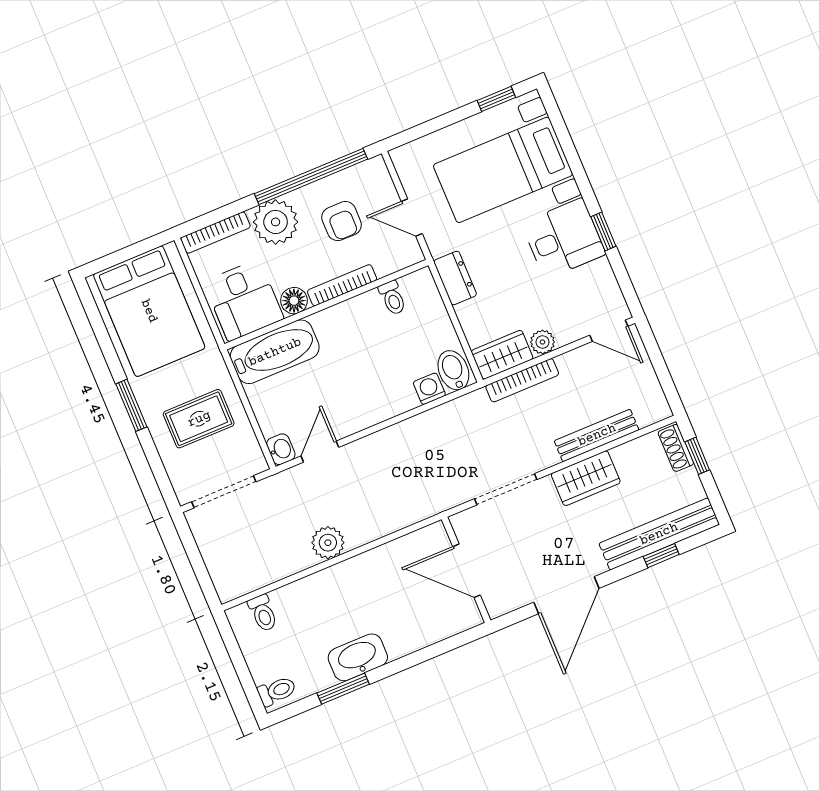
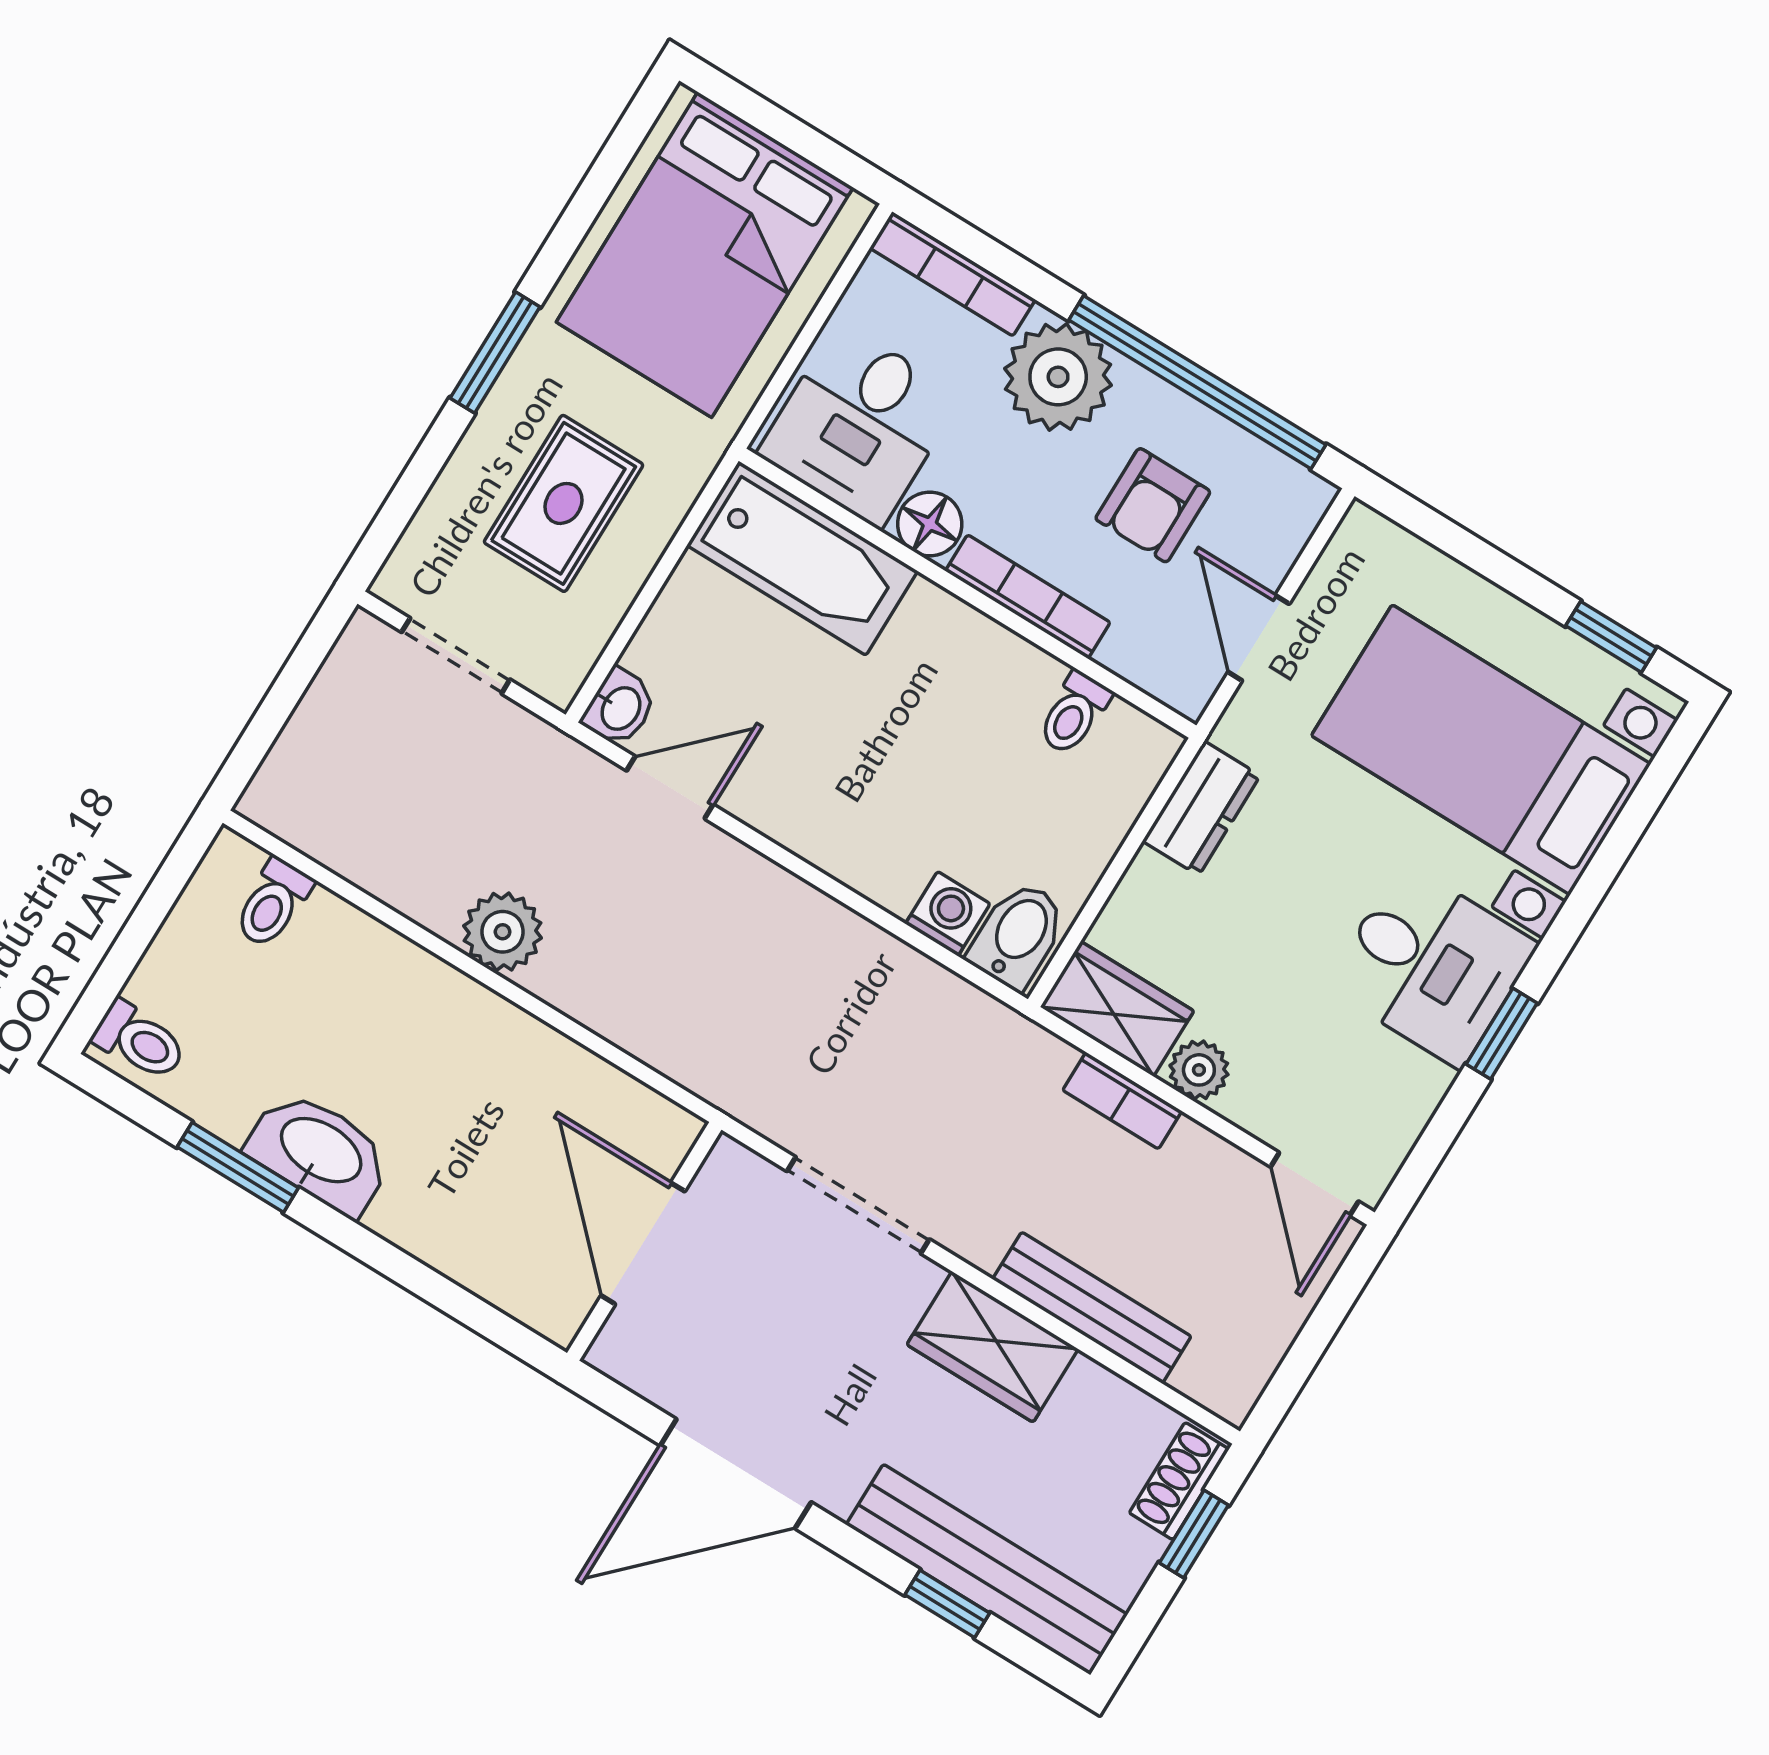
bookcase: (522, 380) -> (1122, 1101), width x0.64
rug: (199, 419) -> (564, 503), turned 90
doorway: (224, 492) -> (456, 656), width x0.73

